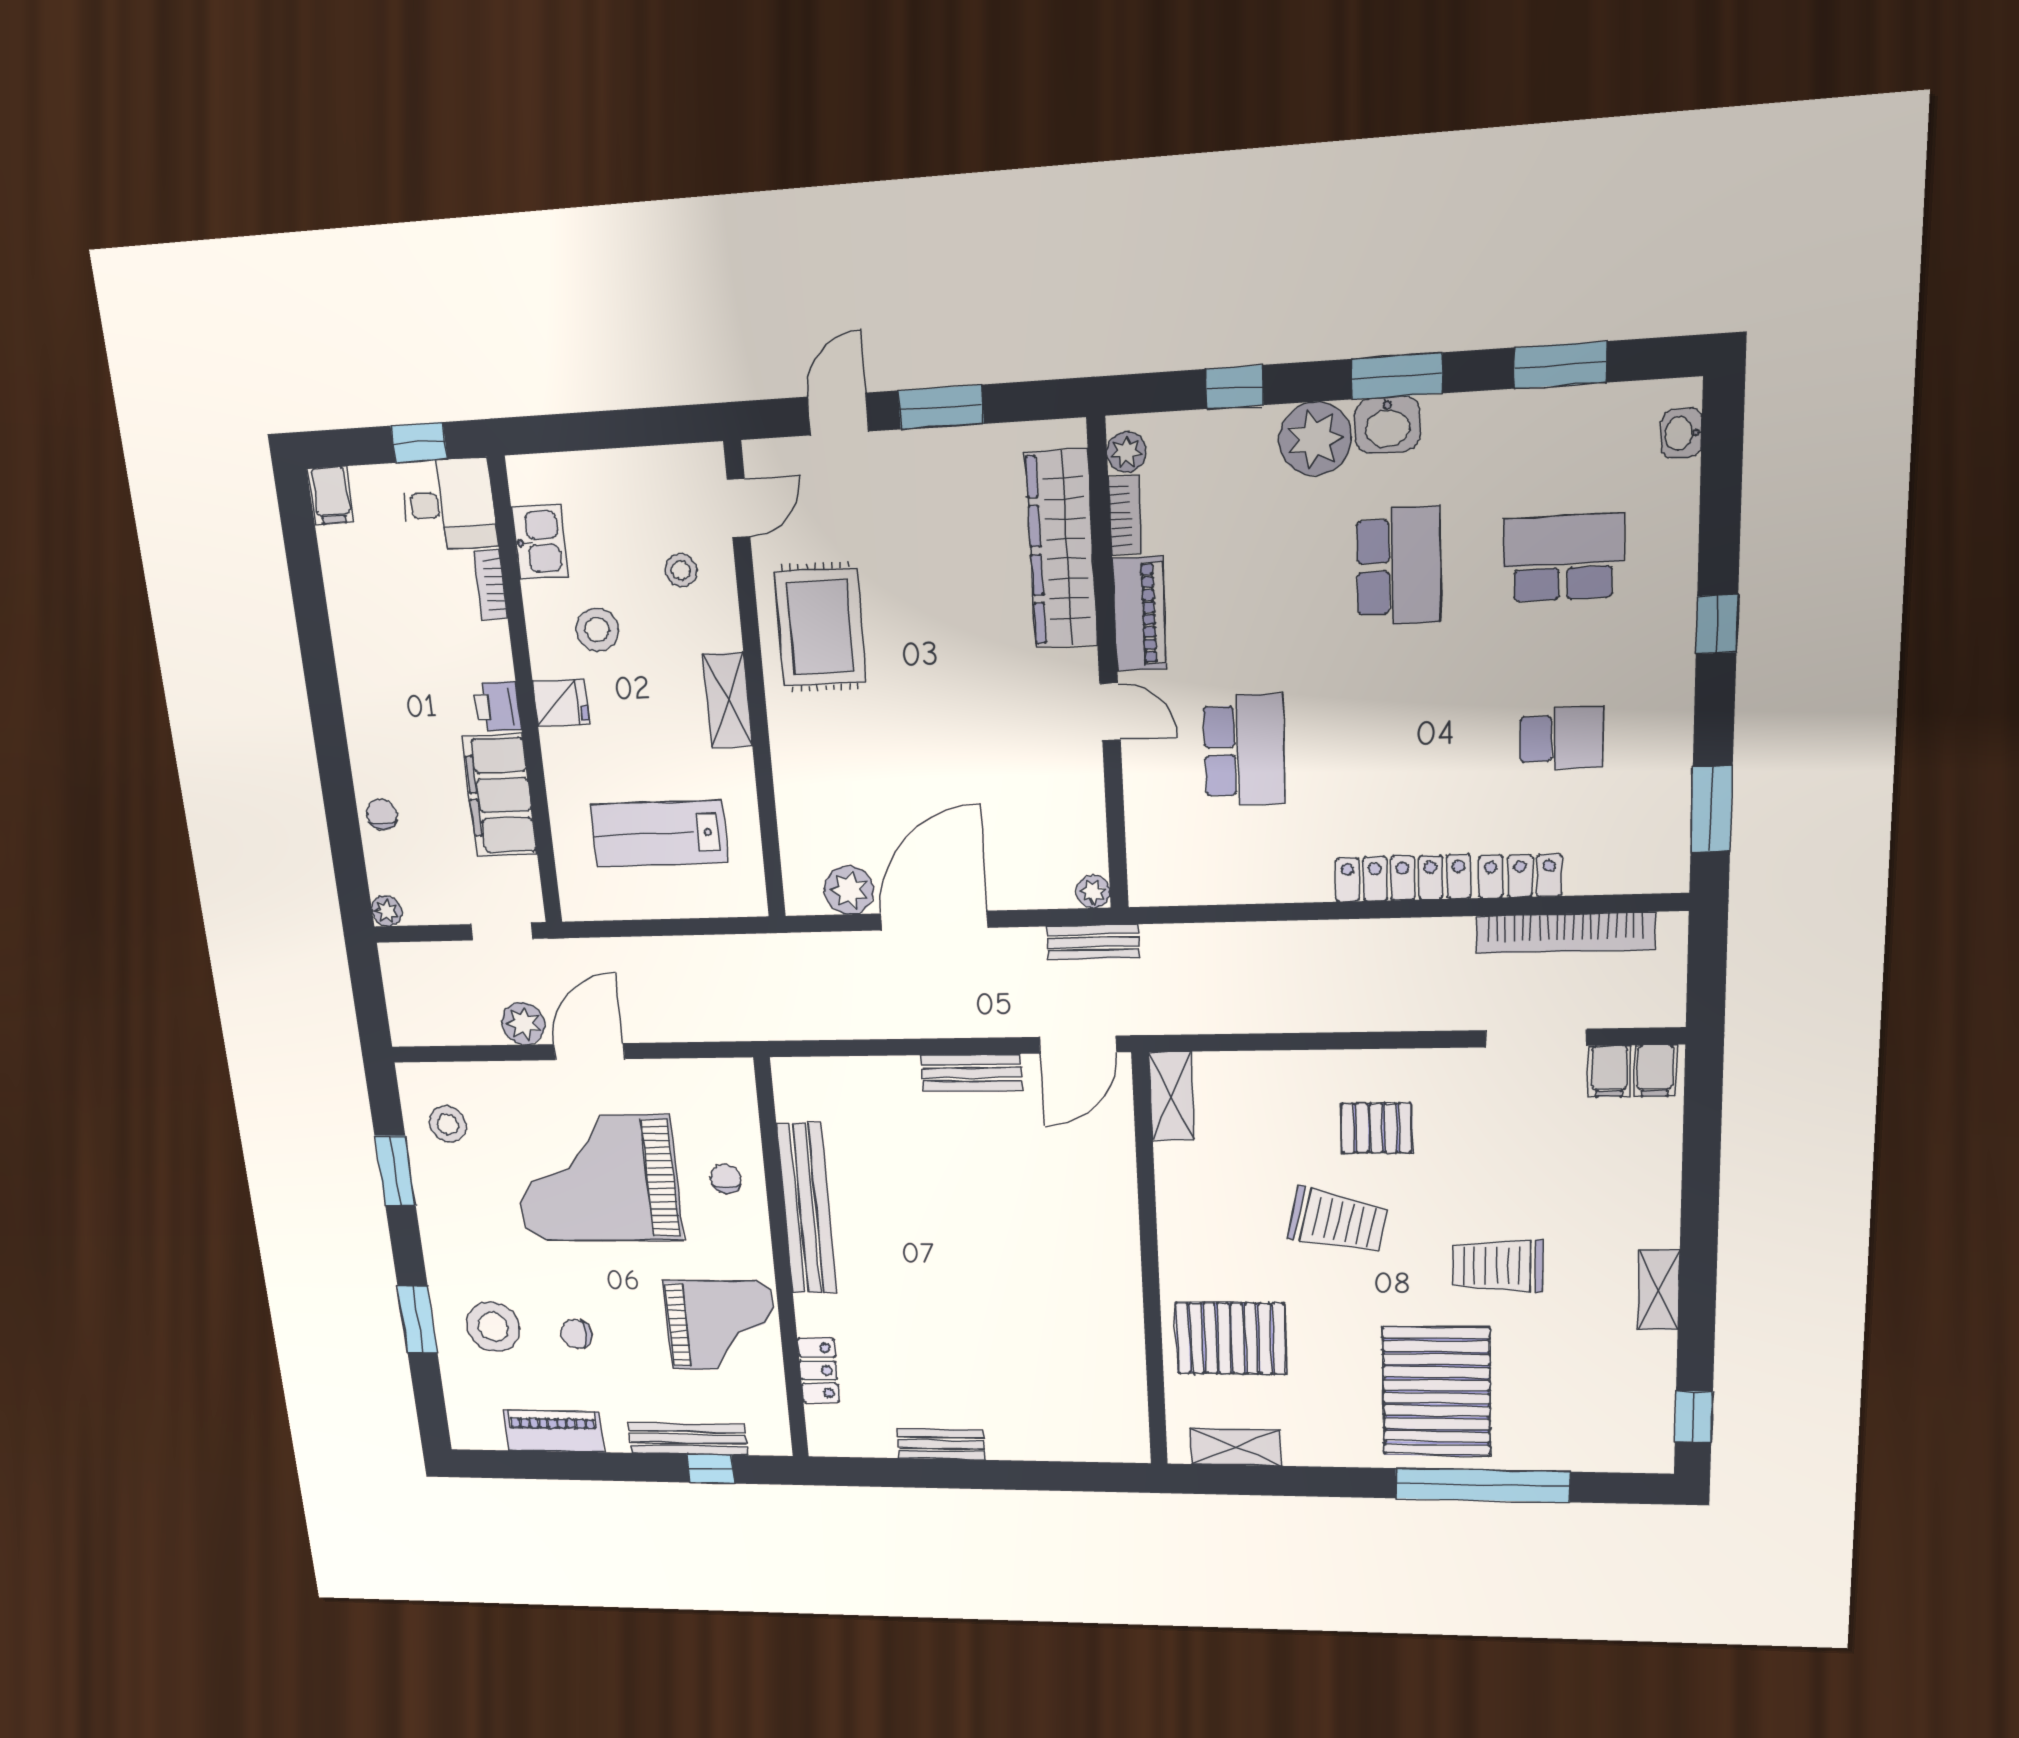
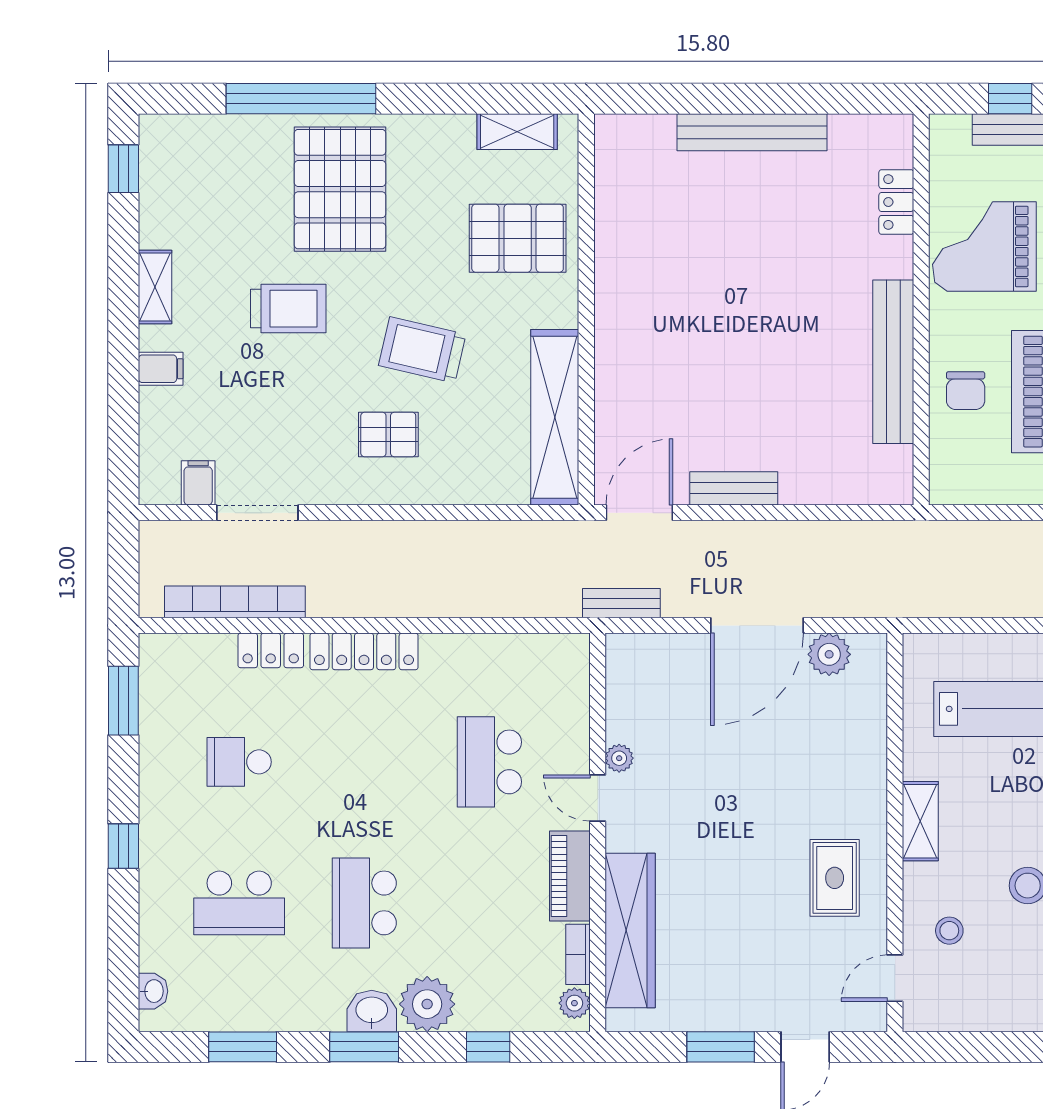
rug: (820, 627) -> (835, 878), width x0.73, depth x0.70
plant: (1093, 892) -> (619, 758), moved
filing cabinet: (1655, 1071) -> (161, 369), moved, turned 90
shelving: (1172, 1096) -> (555, 417), width x2.20, depth x1.33
chair: (726, 1179) -> (966, 391), width x1.37, depth x1.37
bench: (941, 1444) -> (752, 132), width x1.86, depth x1.21

